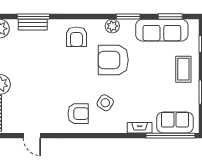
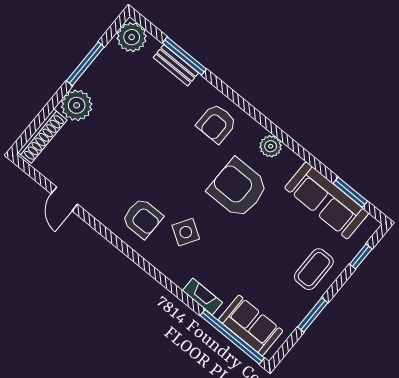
window: (128, 17) -> (299, 150), removed

